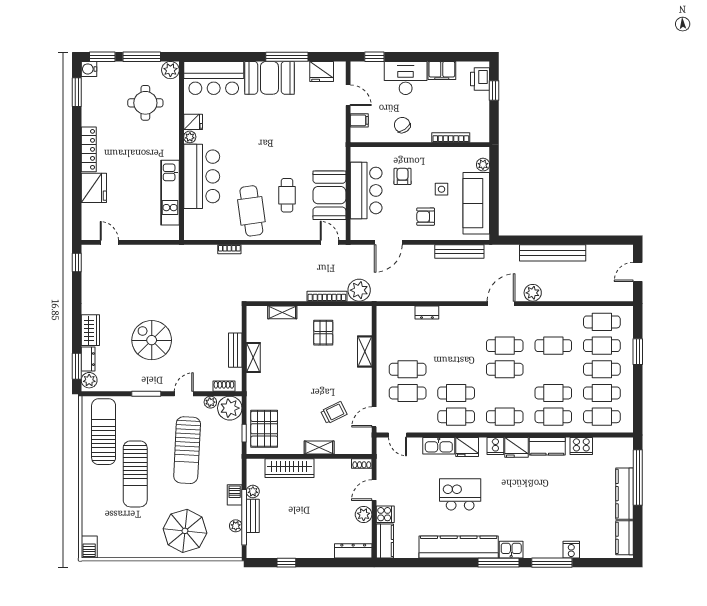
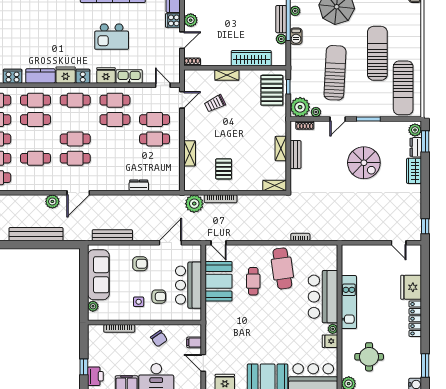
armchair: (403, 176) -> (159, 297), turned -90
side table: (442, 189) -> (139, 302), moved
kitchen unit: (170, 193) -> (349, 302), moved
shelving: (282, 312) -> (275, 185), moved

